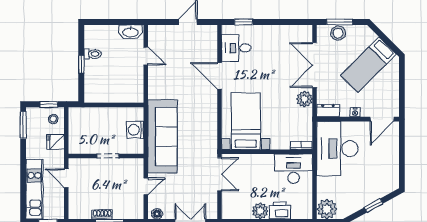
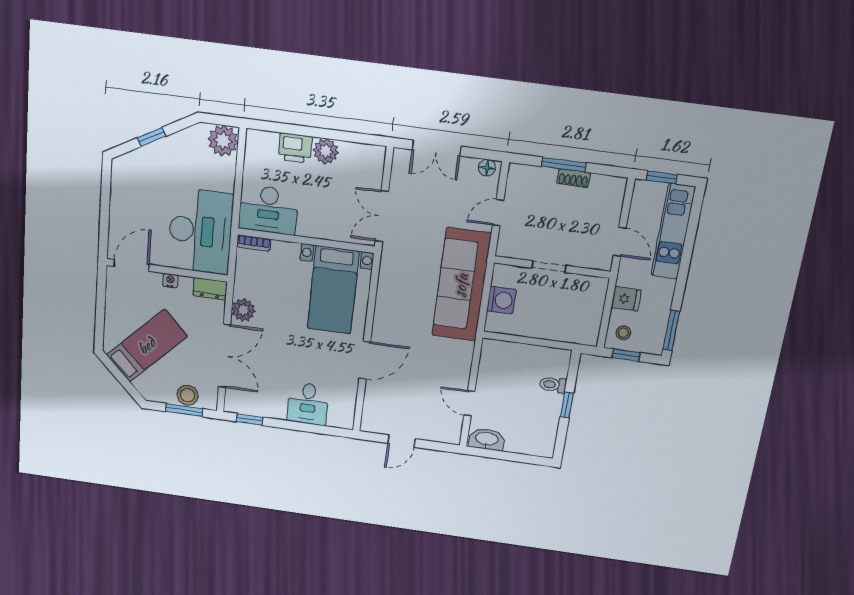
window: (244, 22) -> (249, 419), moved
desk: (236, 48) -> (308, 404), moved, turned 90
toilet: (93, 54) -> (553, 385), moved
door: (220, 76) -> (365, 360), hinge flipped

